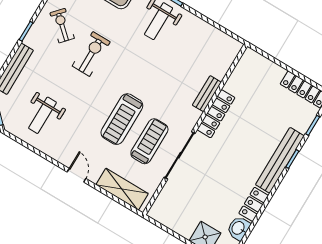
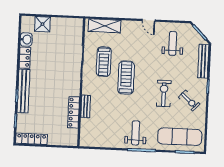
exercise bike: (91, 54) -> (164, 93), turned 180
locker: (216, 114) -> (74, 112), moved
treadmill: (122, 119) -> (126, 78), moved
door: (76, 175) -> (149, 20), moved

